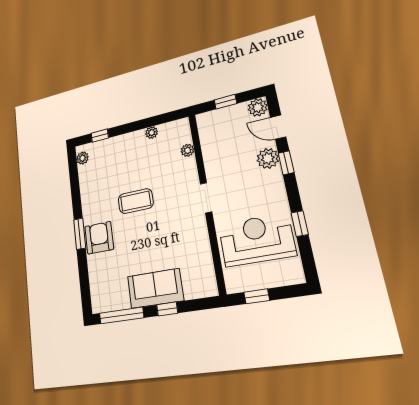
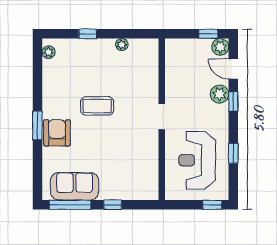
window: (226, 102) -> (208, 34), moved
window: (100, 136) -> (88, 34), moved
plant: (187, 150) -> (153, 70), removed
reception desk: (256, 240) -> (197, 160), turned -90
sofa: (155, 288) -> (75, 186), moved
window: (257, 296) -> (212, 205), moved

